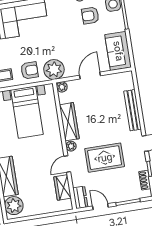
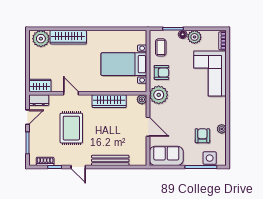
armchair: (29, 70) -> (161, 72), turned -90
plant: (71, 146) -> (87, 99), removed
wardrobe: (62, 188) -> (40, 85), moved

